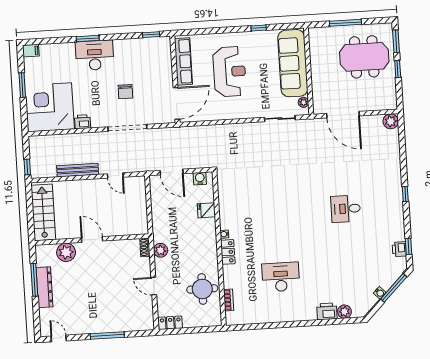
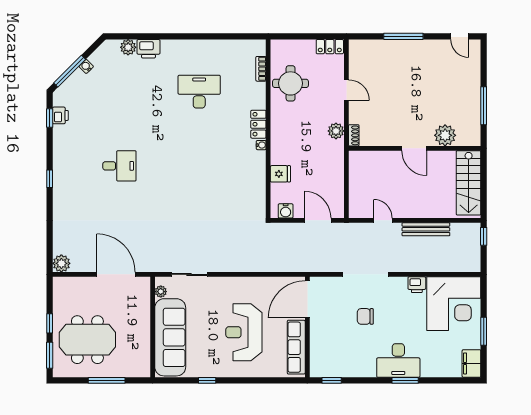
filing cabinet: (31, 51) -> (471, 363), width x2.00
chair: (125, 92) -> (365, 316), turned -90
desk: (281, 277) -> (199, 92), turned 180
dresser: (45, 287) -> (472, 97), removed

